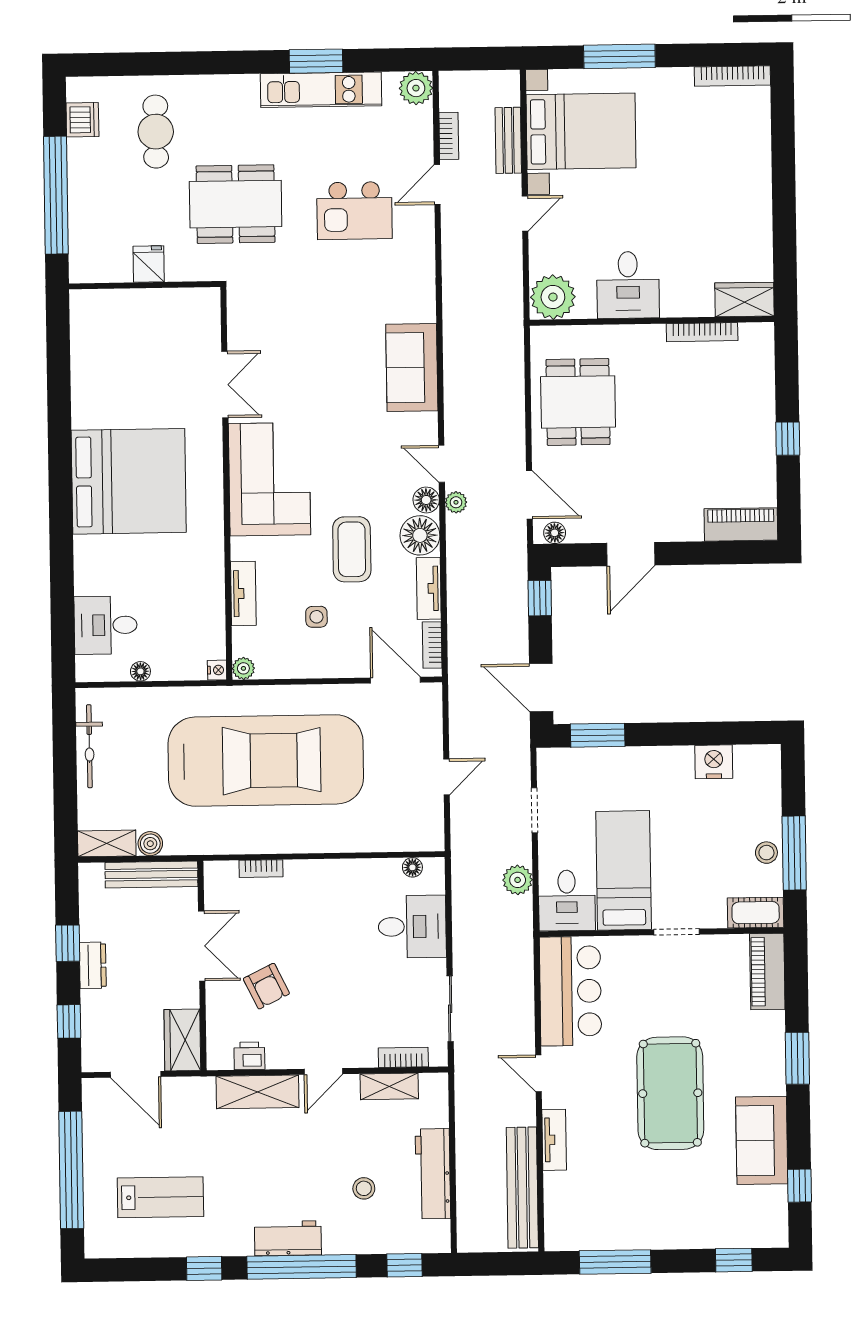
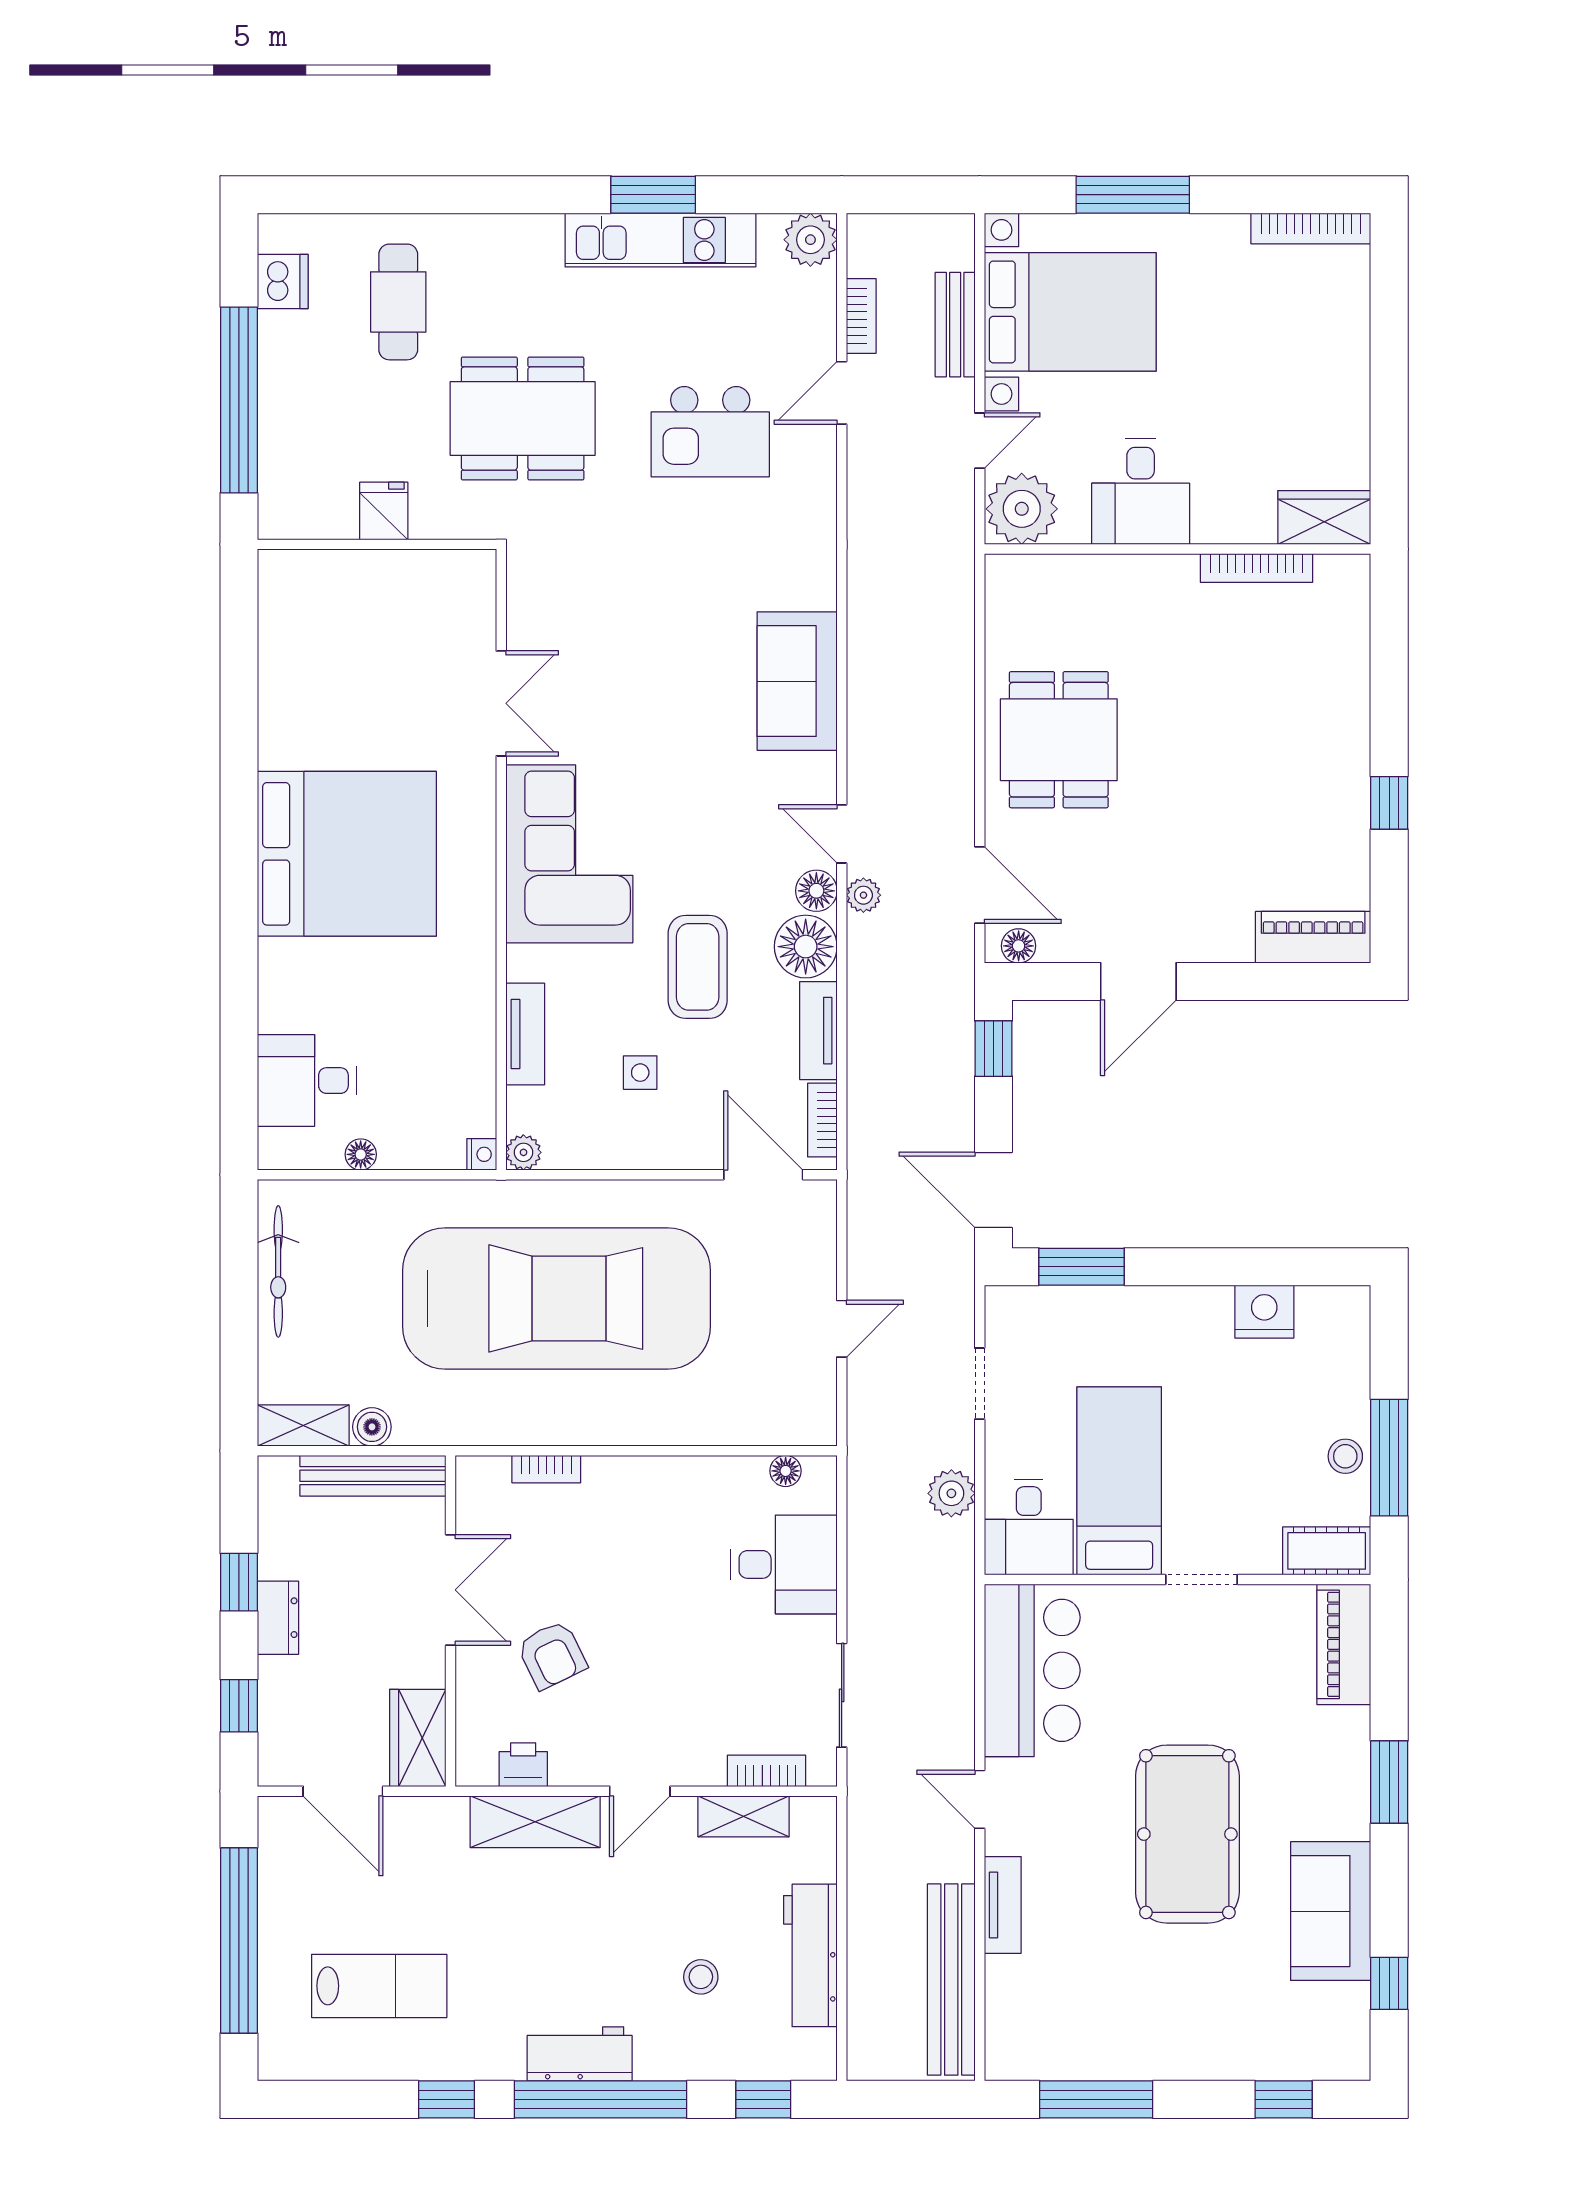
desk: (628, 285) -> (1141, 492), moved
plant: (553, 297) -> (1022, 509), moved
wardrobe: (744, 299) -> (1324, 517), moved
wall: (652, 321) -> (1177, 549), moved
bookcase: (702, 332) -> (1256, 568), moved

